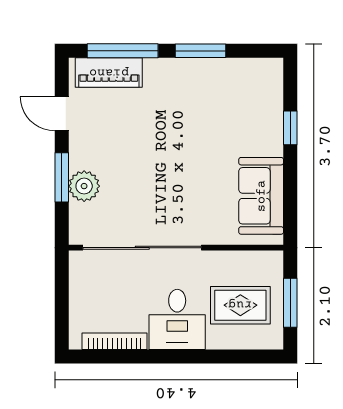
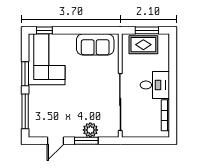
piano: (109, 73) -> (36, 118), removed
corner sofa: (230, 95) -> (47, 59), added
window: (290, 128) -> (44, 30), moved
rug: (240, 305) -> (143, 45), moved, turned 90

